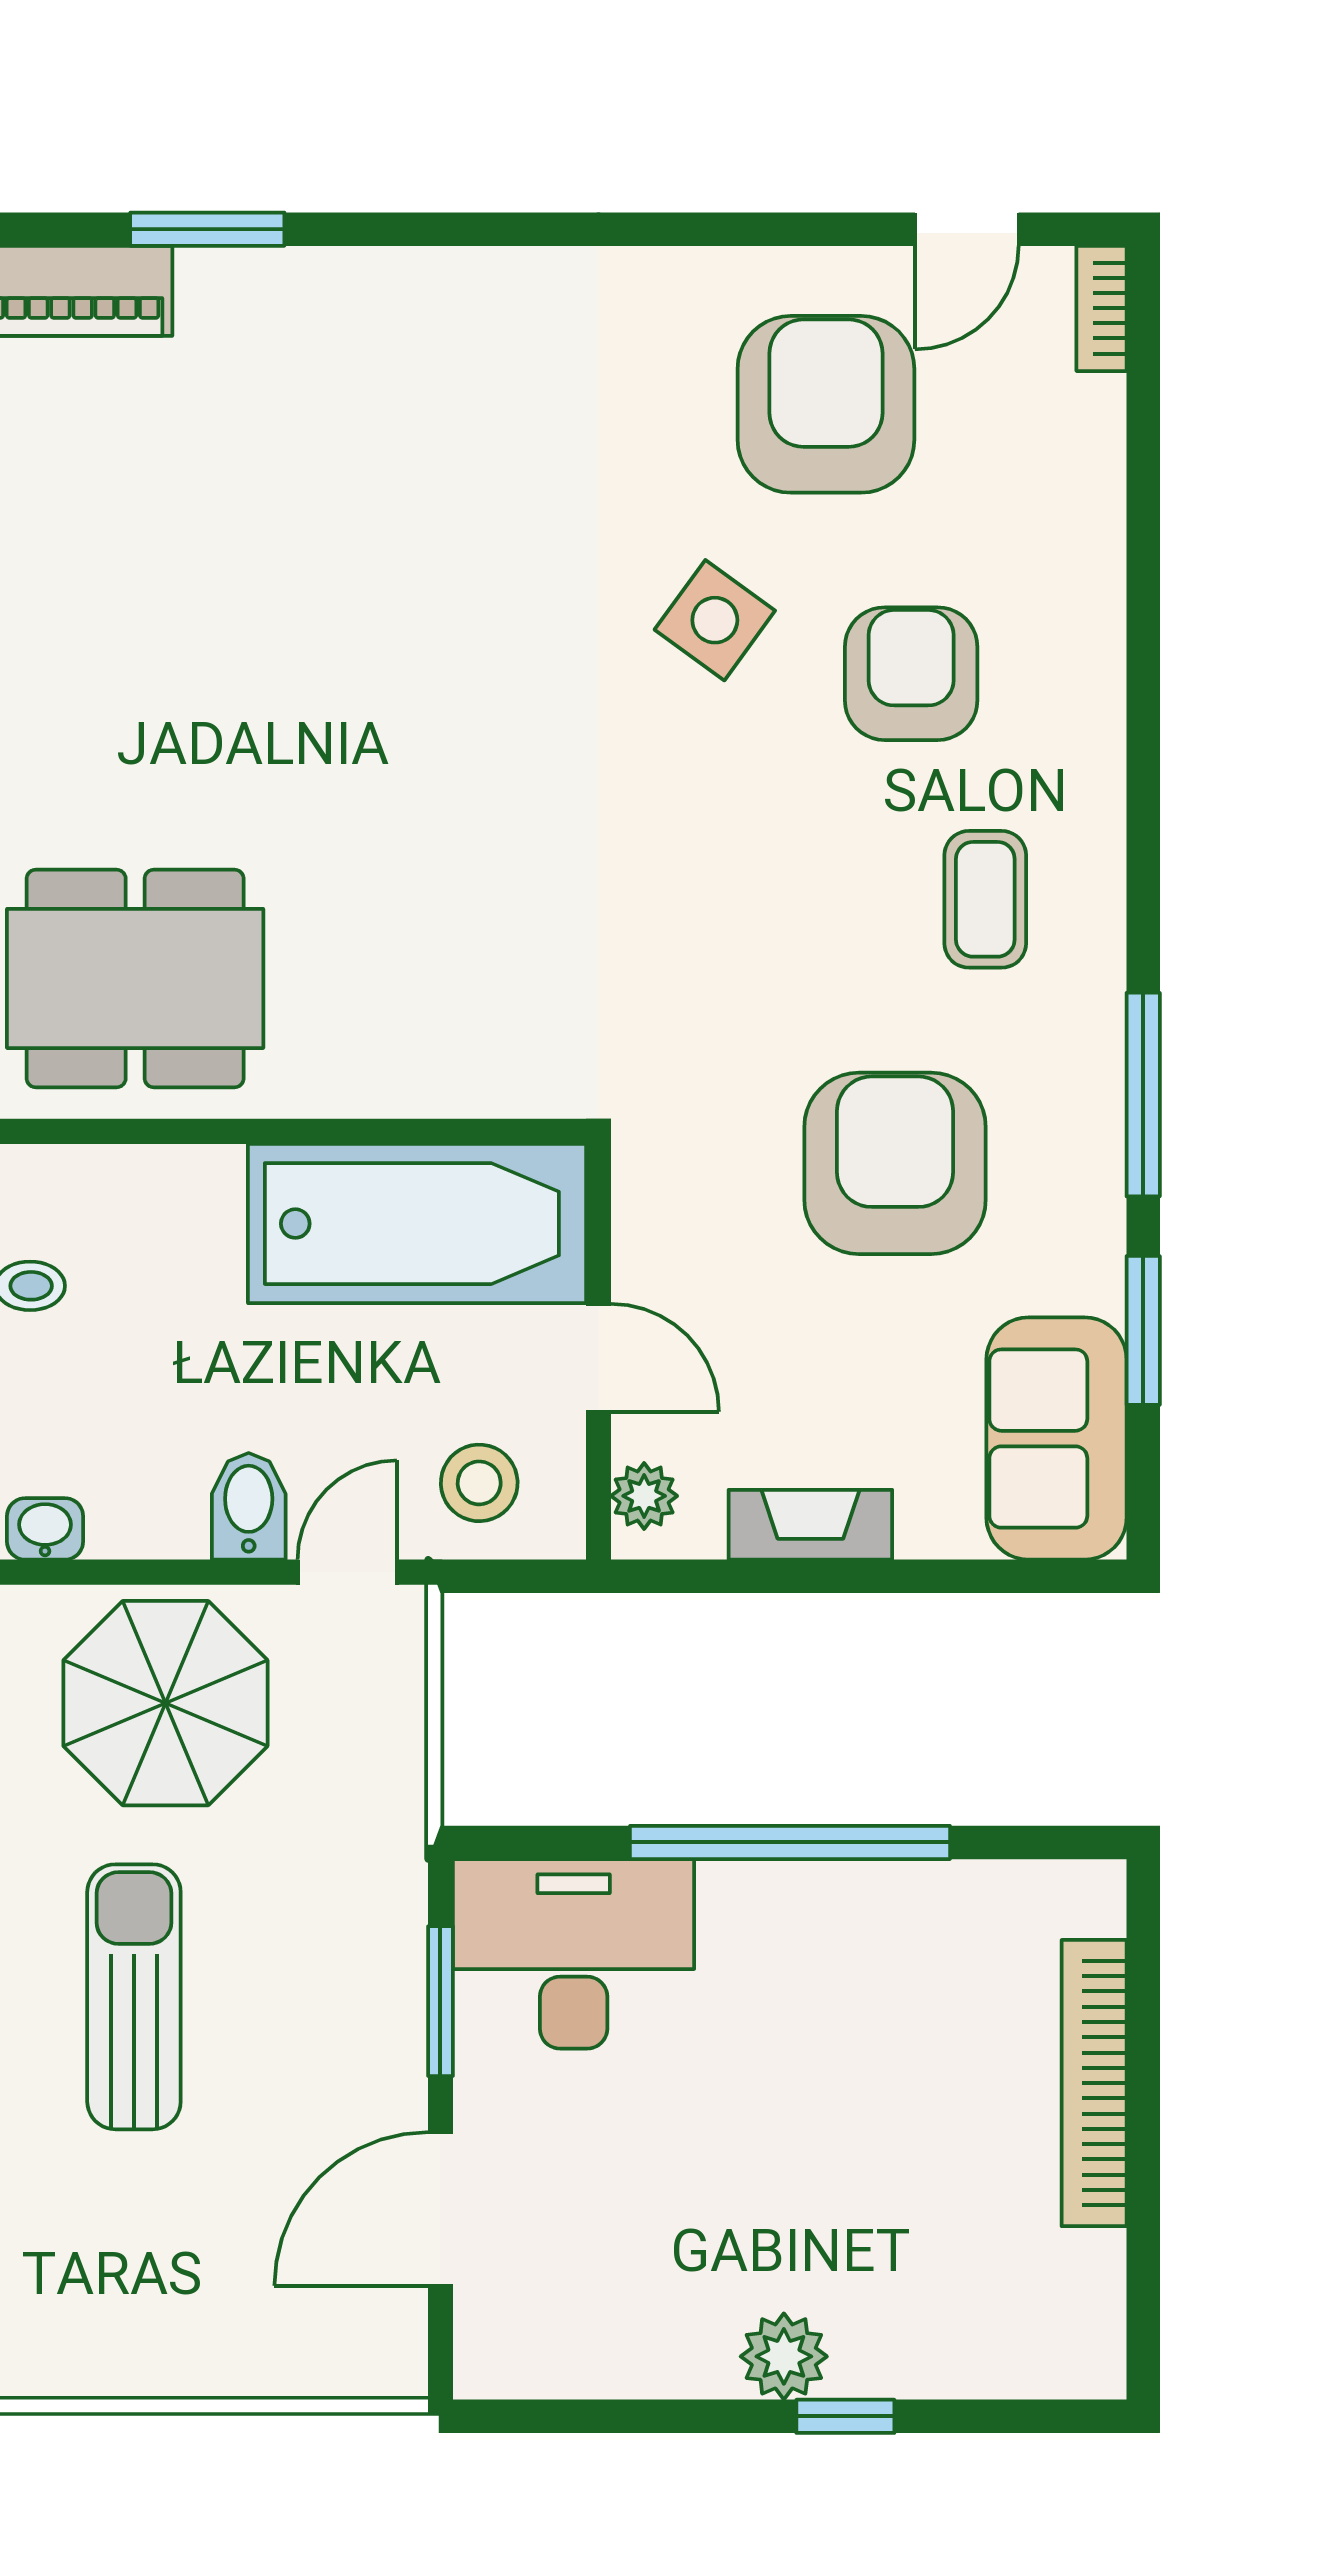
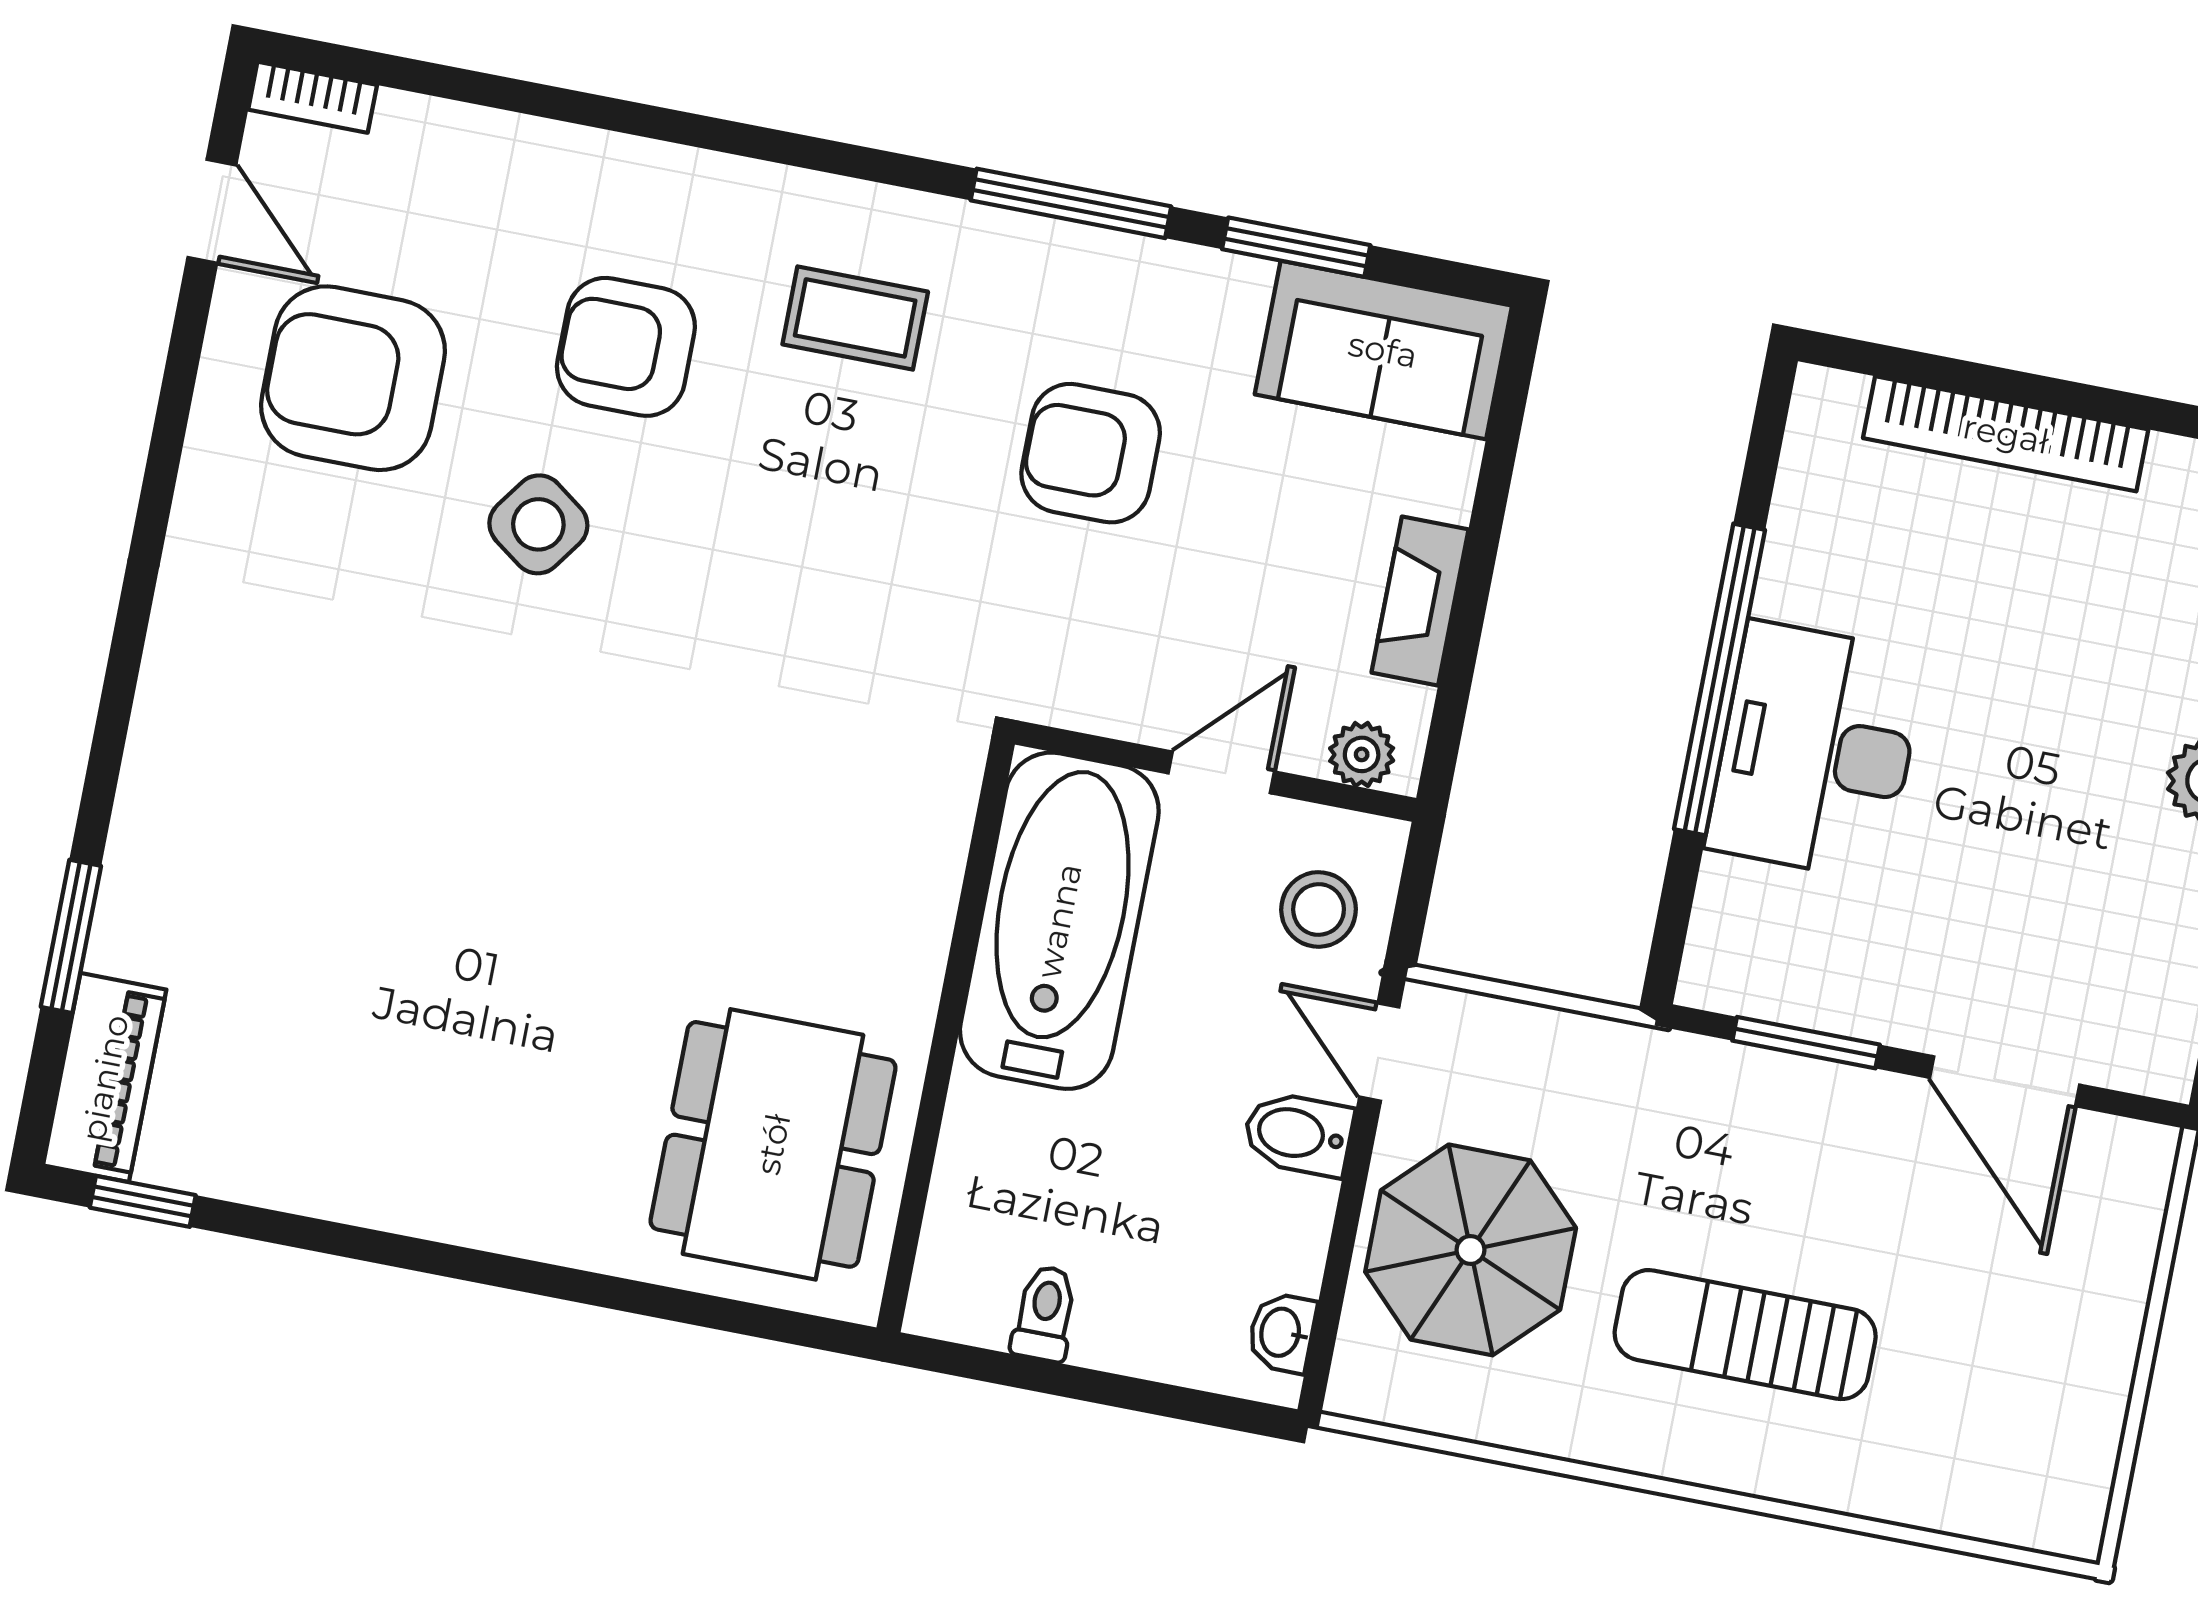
armchair: (895, 1163) -> (1091, 453), width x0.73, depth x0.73
desk: (574, 1954) -> (1816, 751), moved

